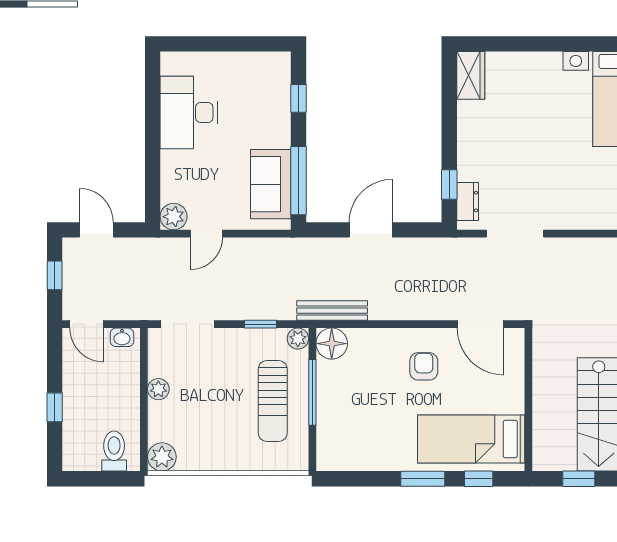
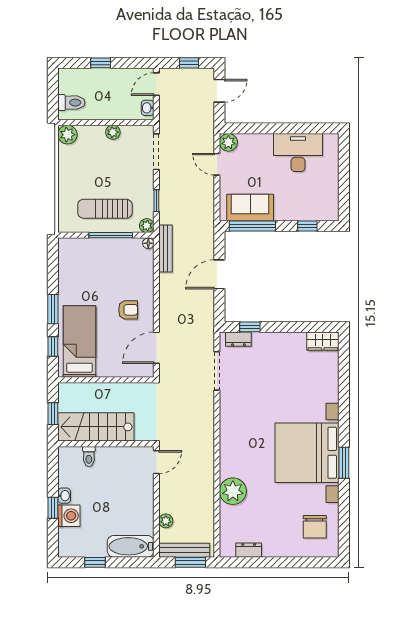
door: (371, 230) -> (219, 274), swing flipped
floor lamp: (332, 344) -> (148, 243), width x0.53, depth x0.53

